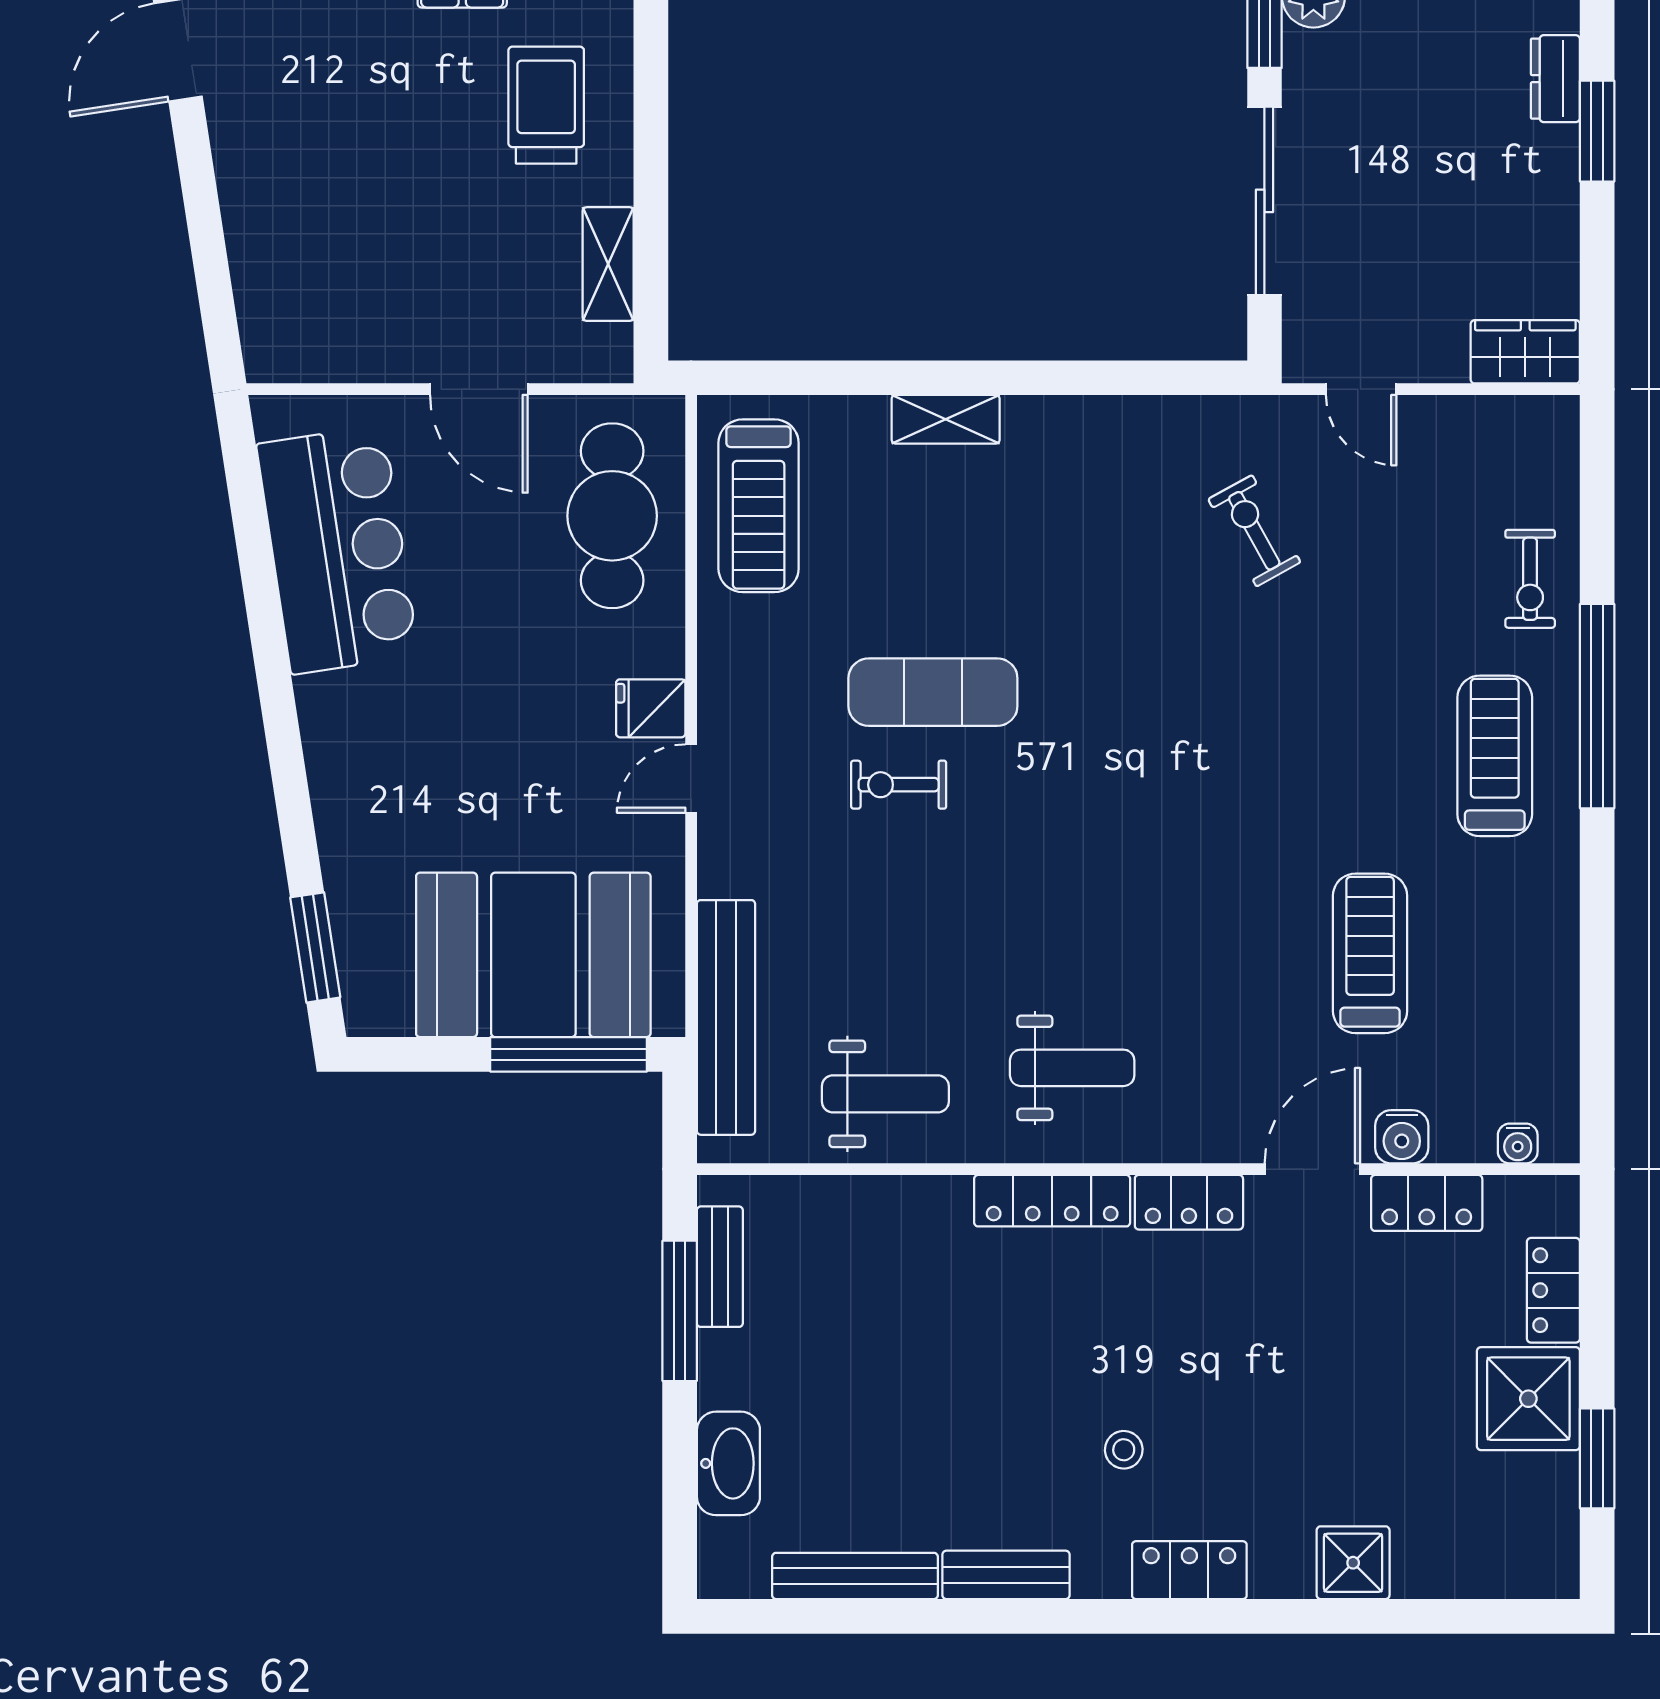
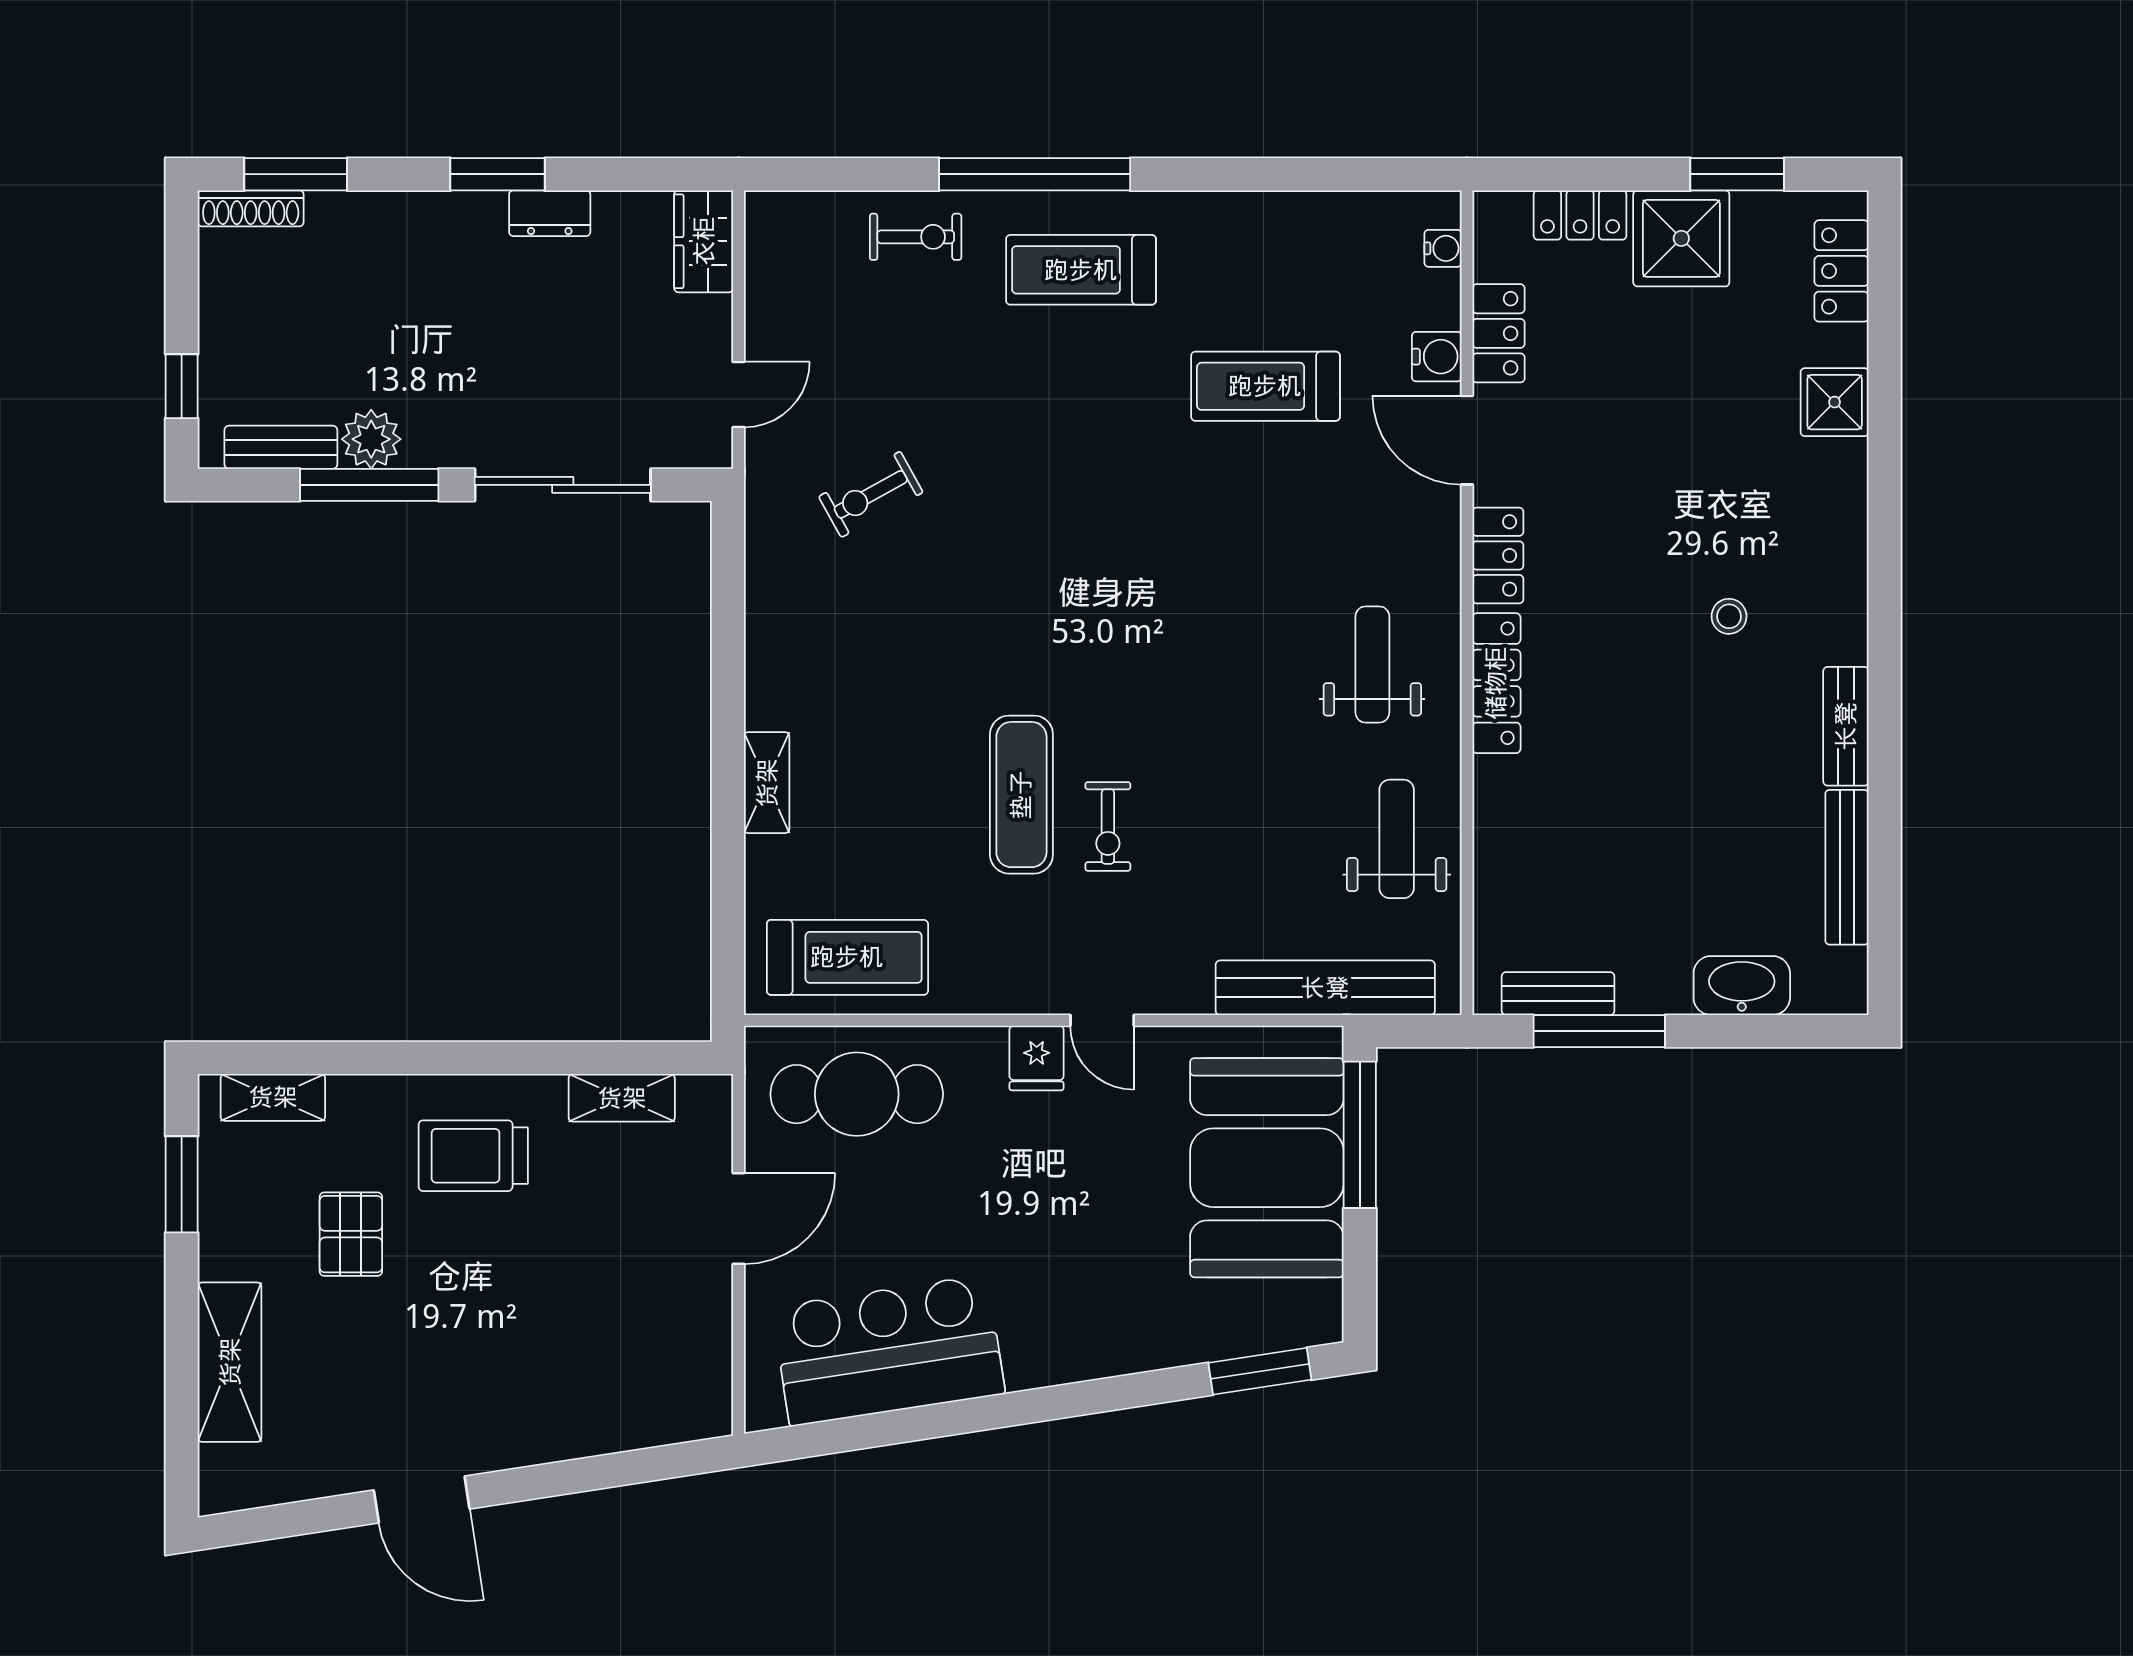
dresser: (1555, 79) -> (550, 213), moved
locker: (1189, 1570) -> (1842, 271), moved

